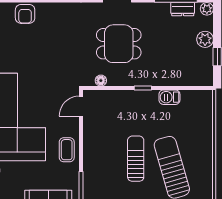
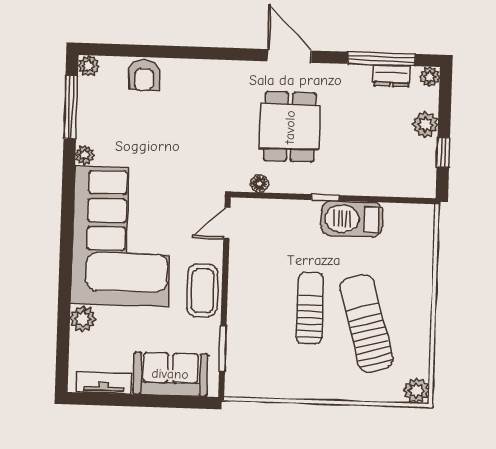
dining table: (119, 44) -> (290, 127), turned 90
barbecue: (169, 97) -> (352, 219), width x1.88, depth x1.53
coffee table: (67, 150) -> (202, 291), width x1.36, depth x1.30

